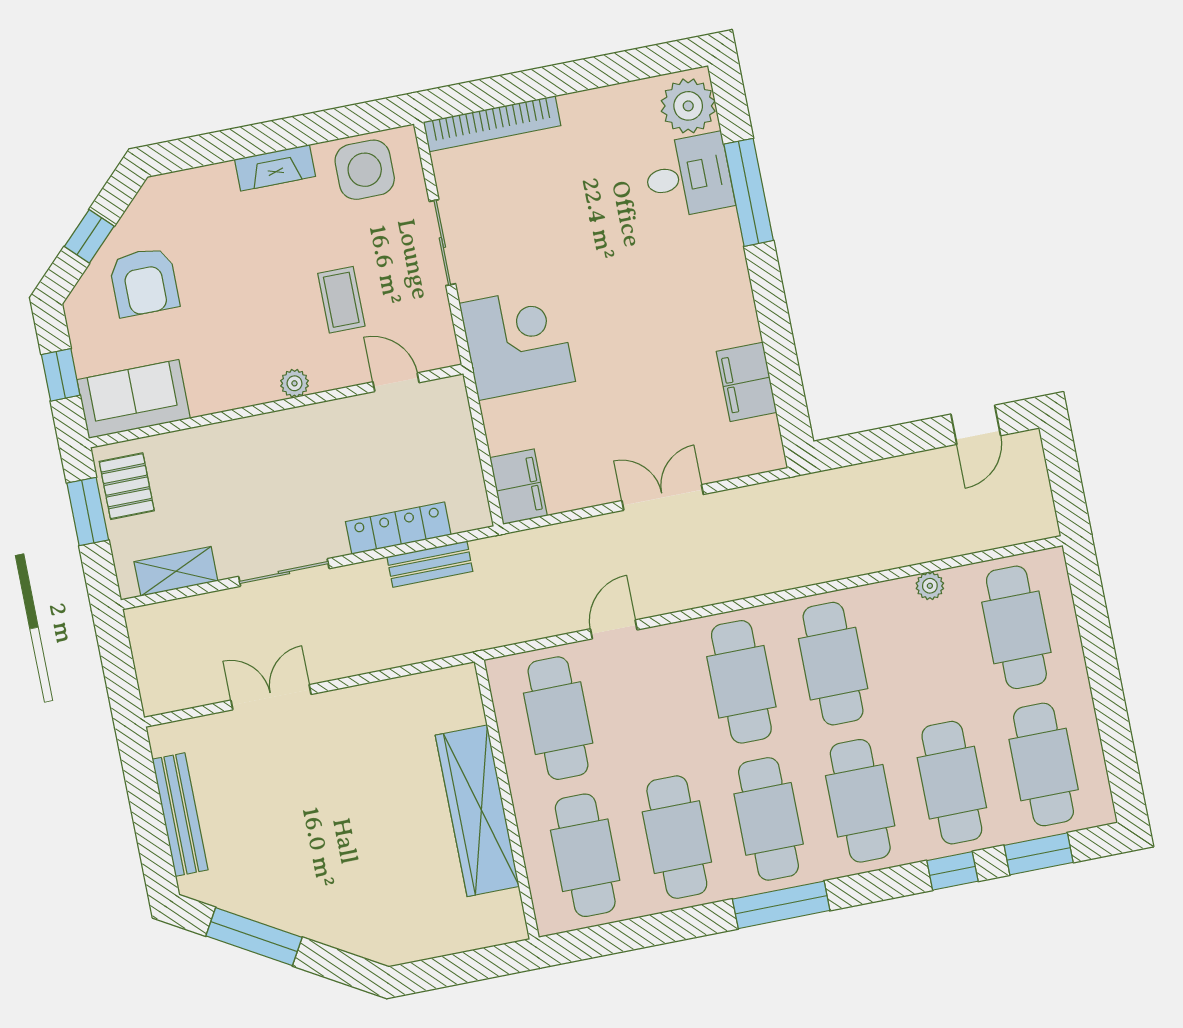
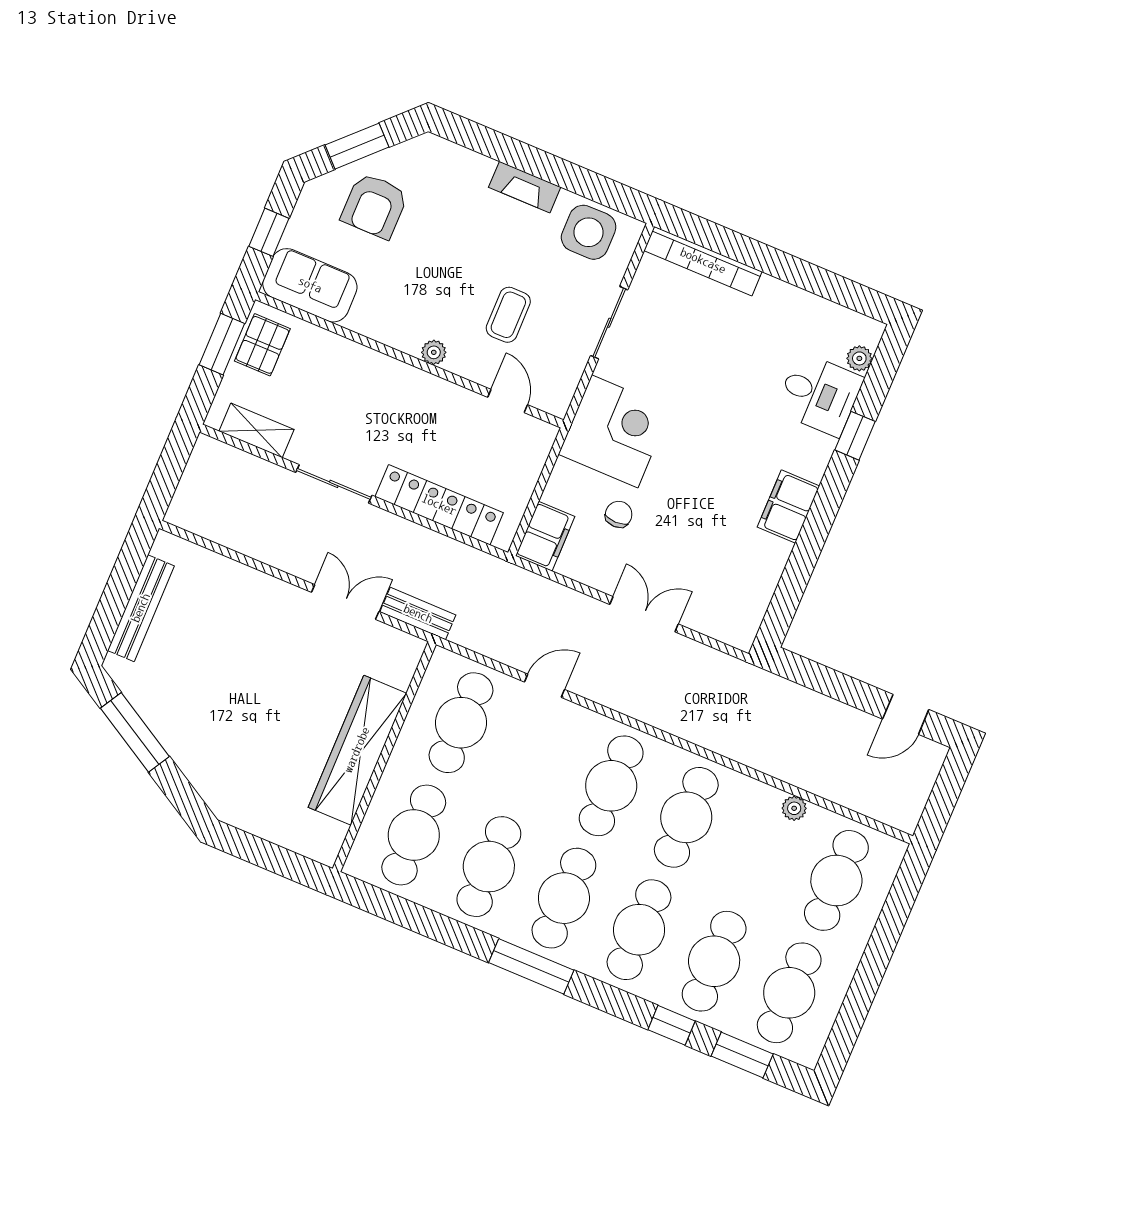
plant: (688, 106) -> (859, 358), width x0.53, depth x0.53
window: (749, 192) -> (855, 436), width x0.46
window: (89, 236) -> (357, 146), width x1.50
filing cabinet: (747, 382) -> (788, 506), moved
chair: (574, 419) -> (619, 514), added
locker: (398, 528) -> (439, 505), width x1.41, depth x1.21
bench: (430, 564) -> (418, 614), moved
double door: (271, 697) -> (345, 602), moved

